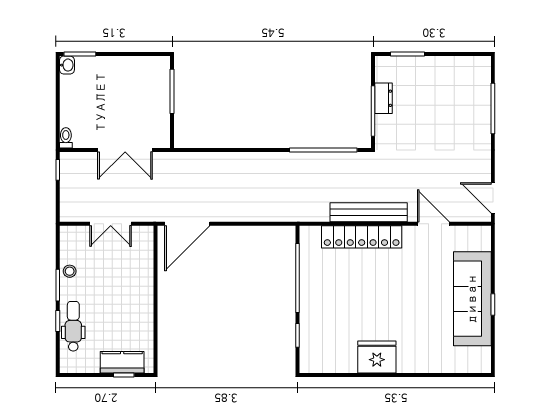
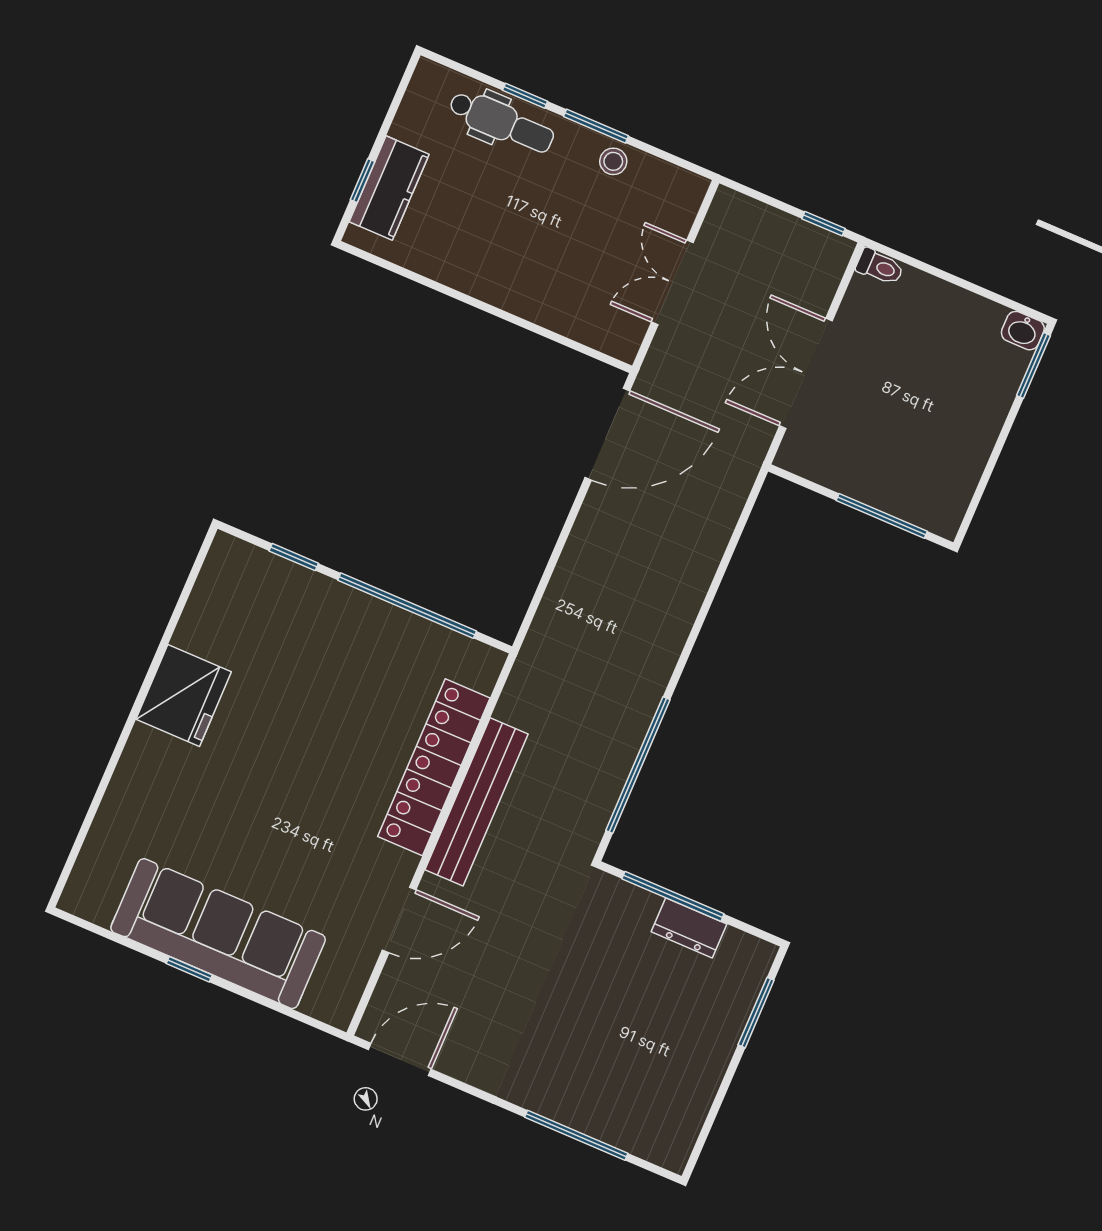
door: (187, 224) -> (607, 434), swing flipped

